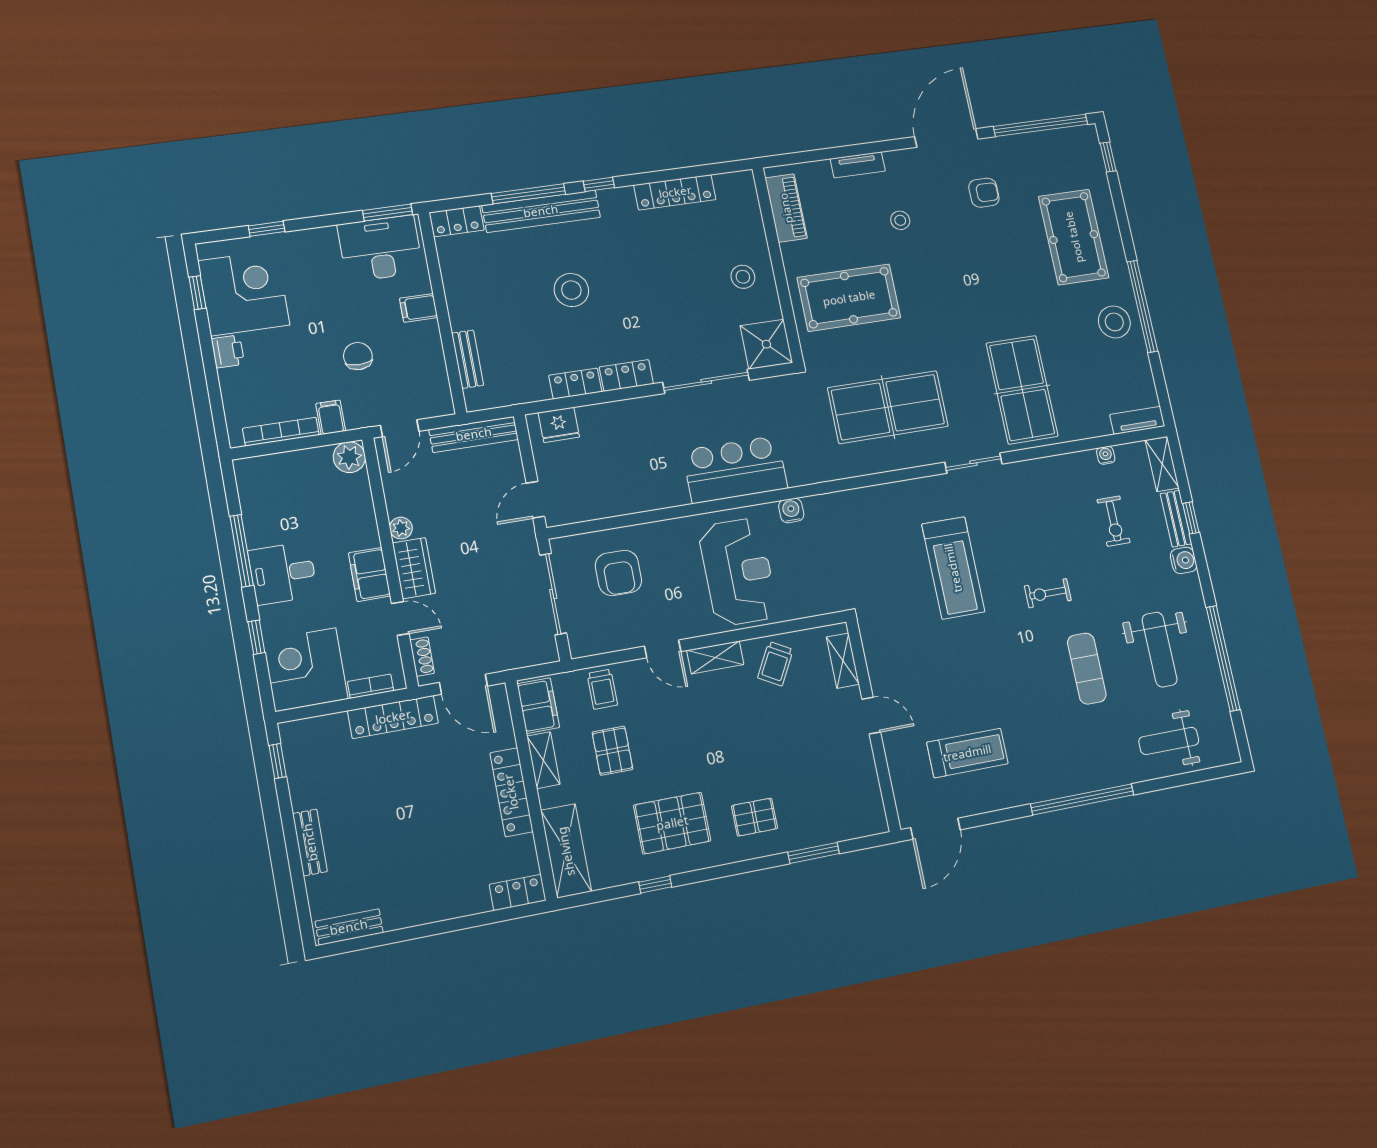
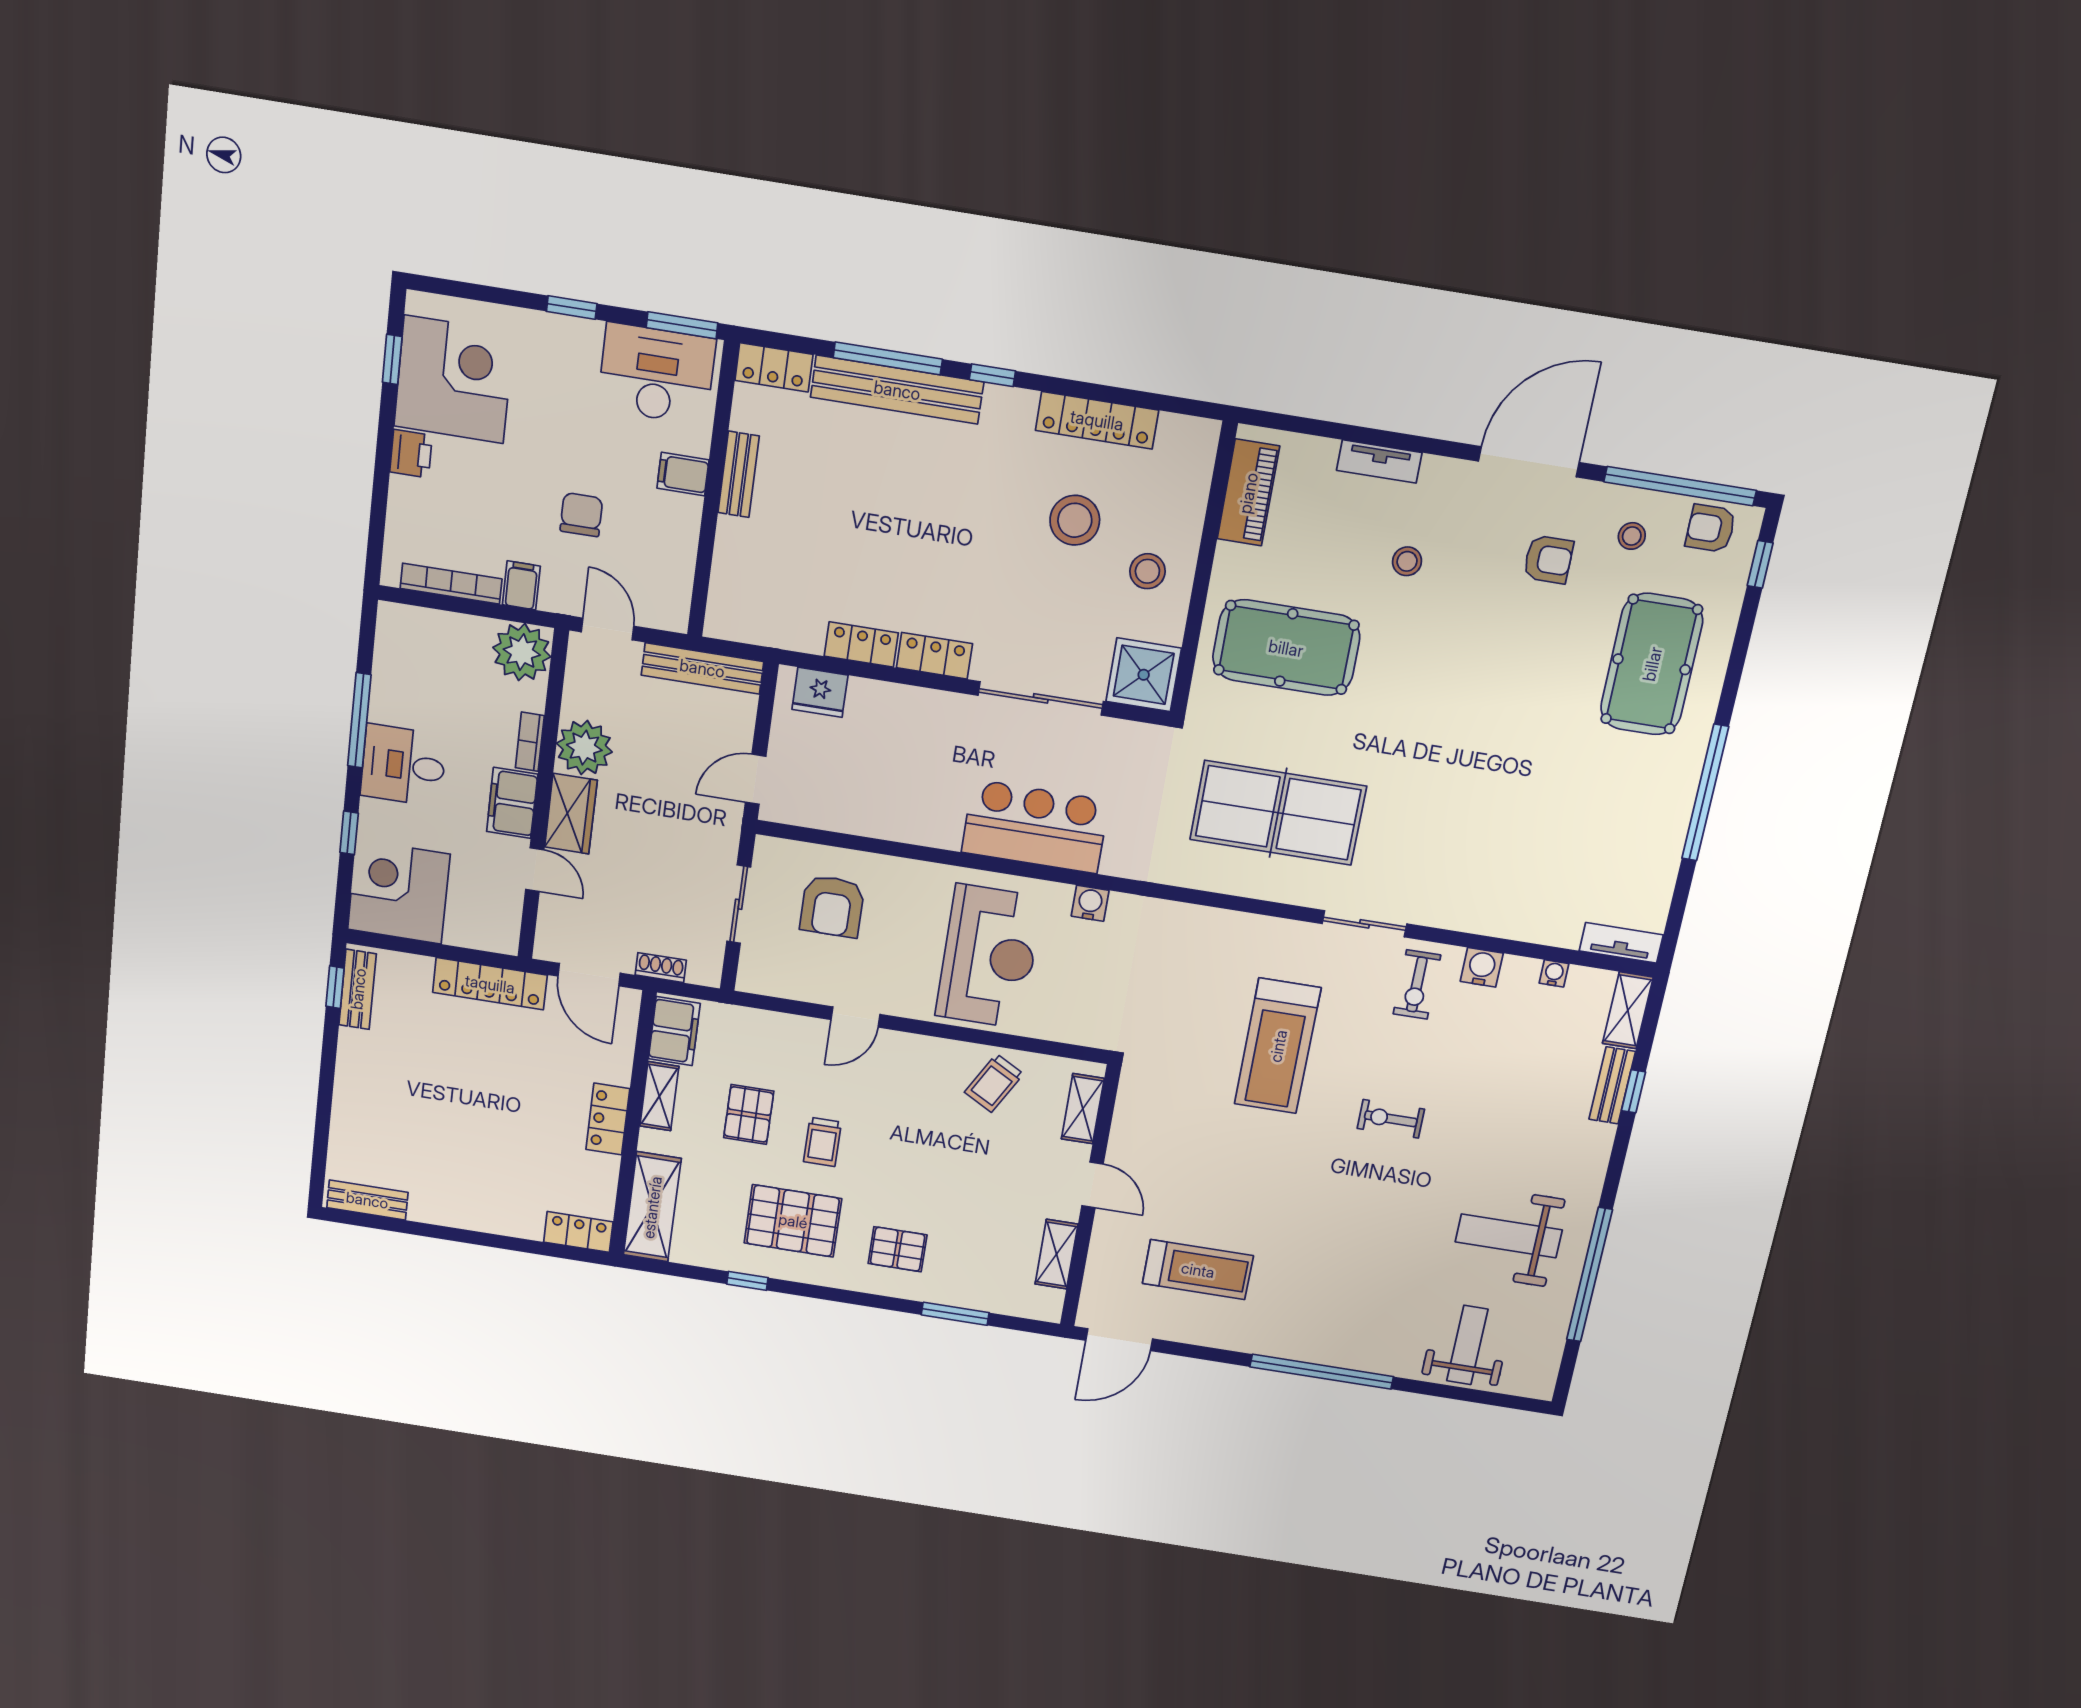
armchair: (1070, 145) -> (1711, 528), added
window: (267, 229) -> (572, 307), moved
stool: (571, 290) -> (1075, 520), moved
stool: (1114, 322) -> (1632, 536), moved, width x0.53, depth x0.53
bench: (468, 359) -> (739, 474), moved
table tennis table: (1022, 390) -> (1477, 850), removed
door: (400, 428) -> (607, 629), swing flipped
plant: (349, 457) -> (522, 652), width x1.36, depth x1.36
exercise bike: (1114, 521) -> (1417, 984), moved
plant: (401, 528) -> (584, 748), width x1.87, depth x1.87
water cooler: (1184, 560) -> (1482, 967), moved, turned -90
sliding door: (553, 594) -> (739, 904), width x0.73
door: (663, 649) -> (855, 1017), hinge flipped
weight bench: (1160, 650) -> (1509, 1236), turned 90
shoe rack: (422, 657) -> (661, 968), moved, turned -90
shelving: (715, 657) -> (1057, 1254), moved, turned 90
exercise mat: (1087, 669) -> (1400, 1225), removed
bookcase: (371, 686) -> (530, 742), moved, turned -90
trolley: (602, 689) -> (822, 1142), moved
weight bench: (1169, 741) -> (1467, 1345), turned 90
locker: (511, 792) -> (608, 1119), width x0.66
bench: (310, 842) -> (358, 989), moved

